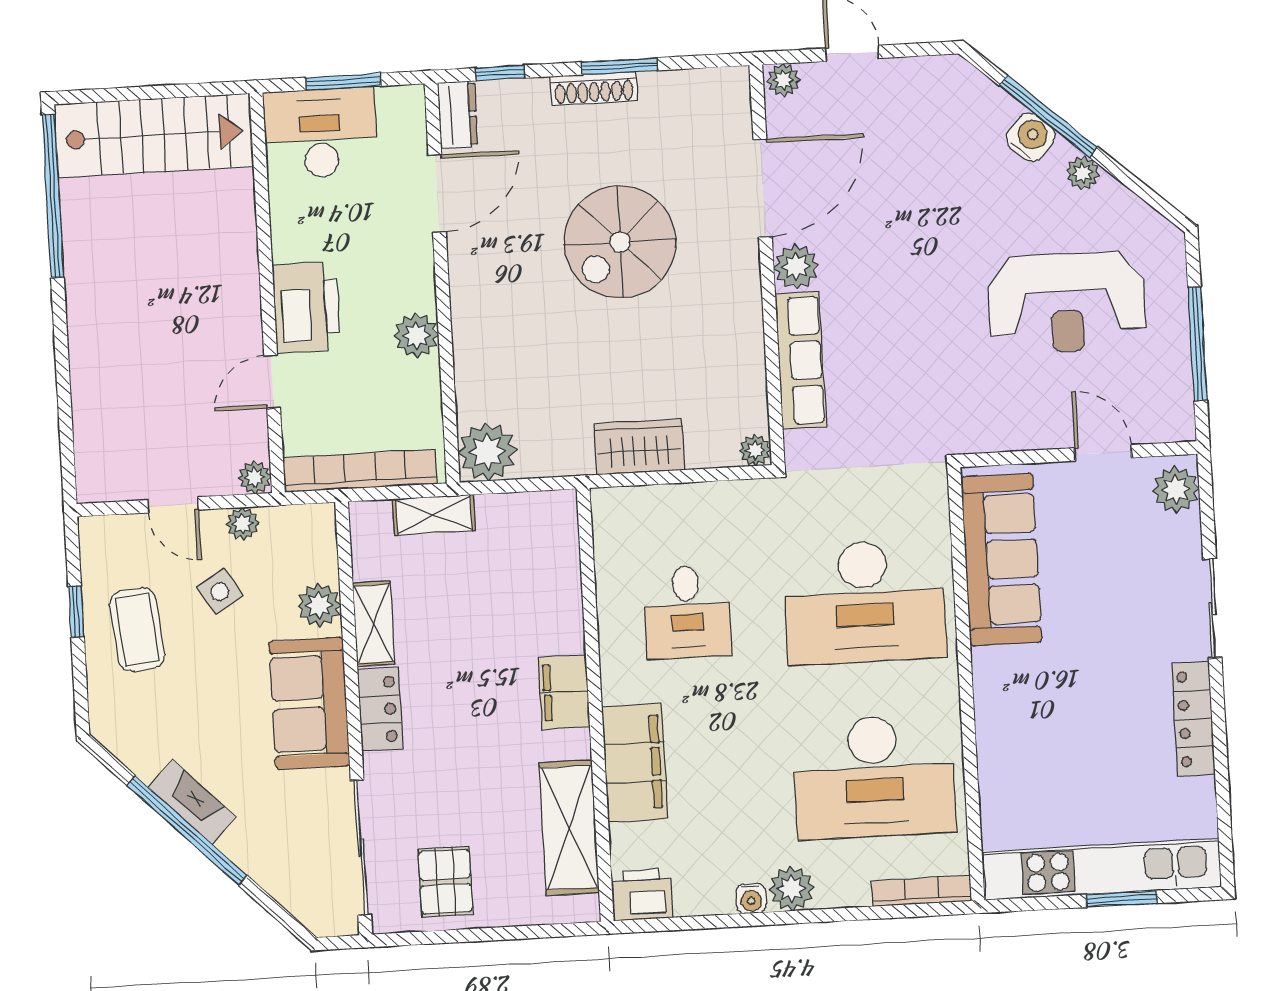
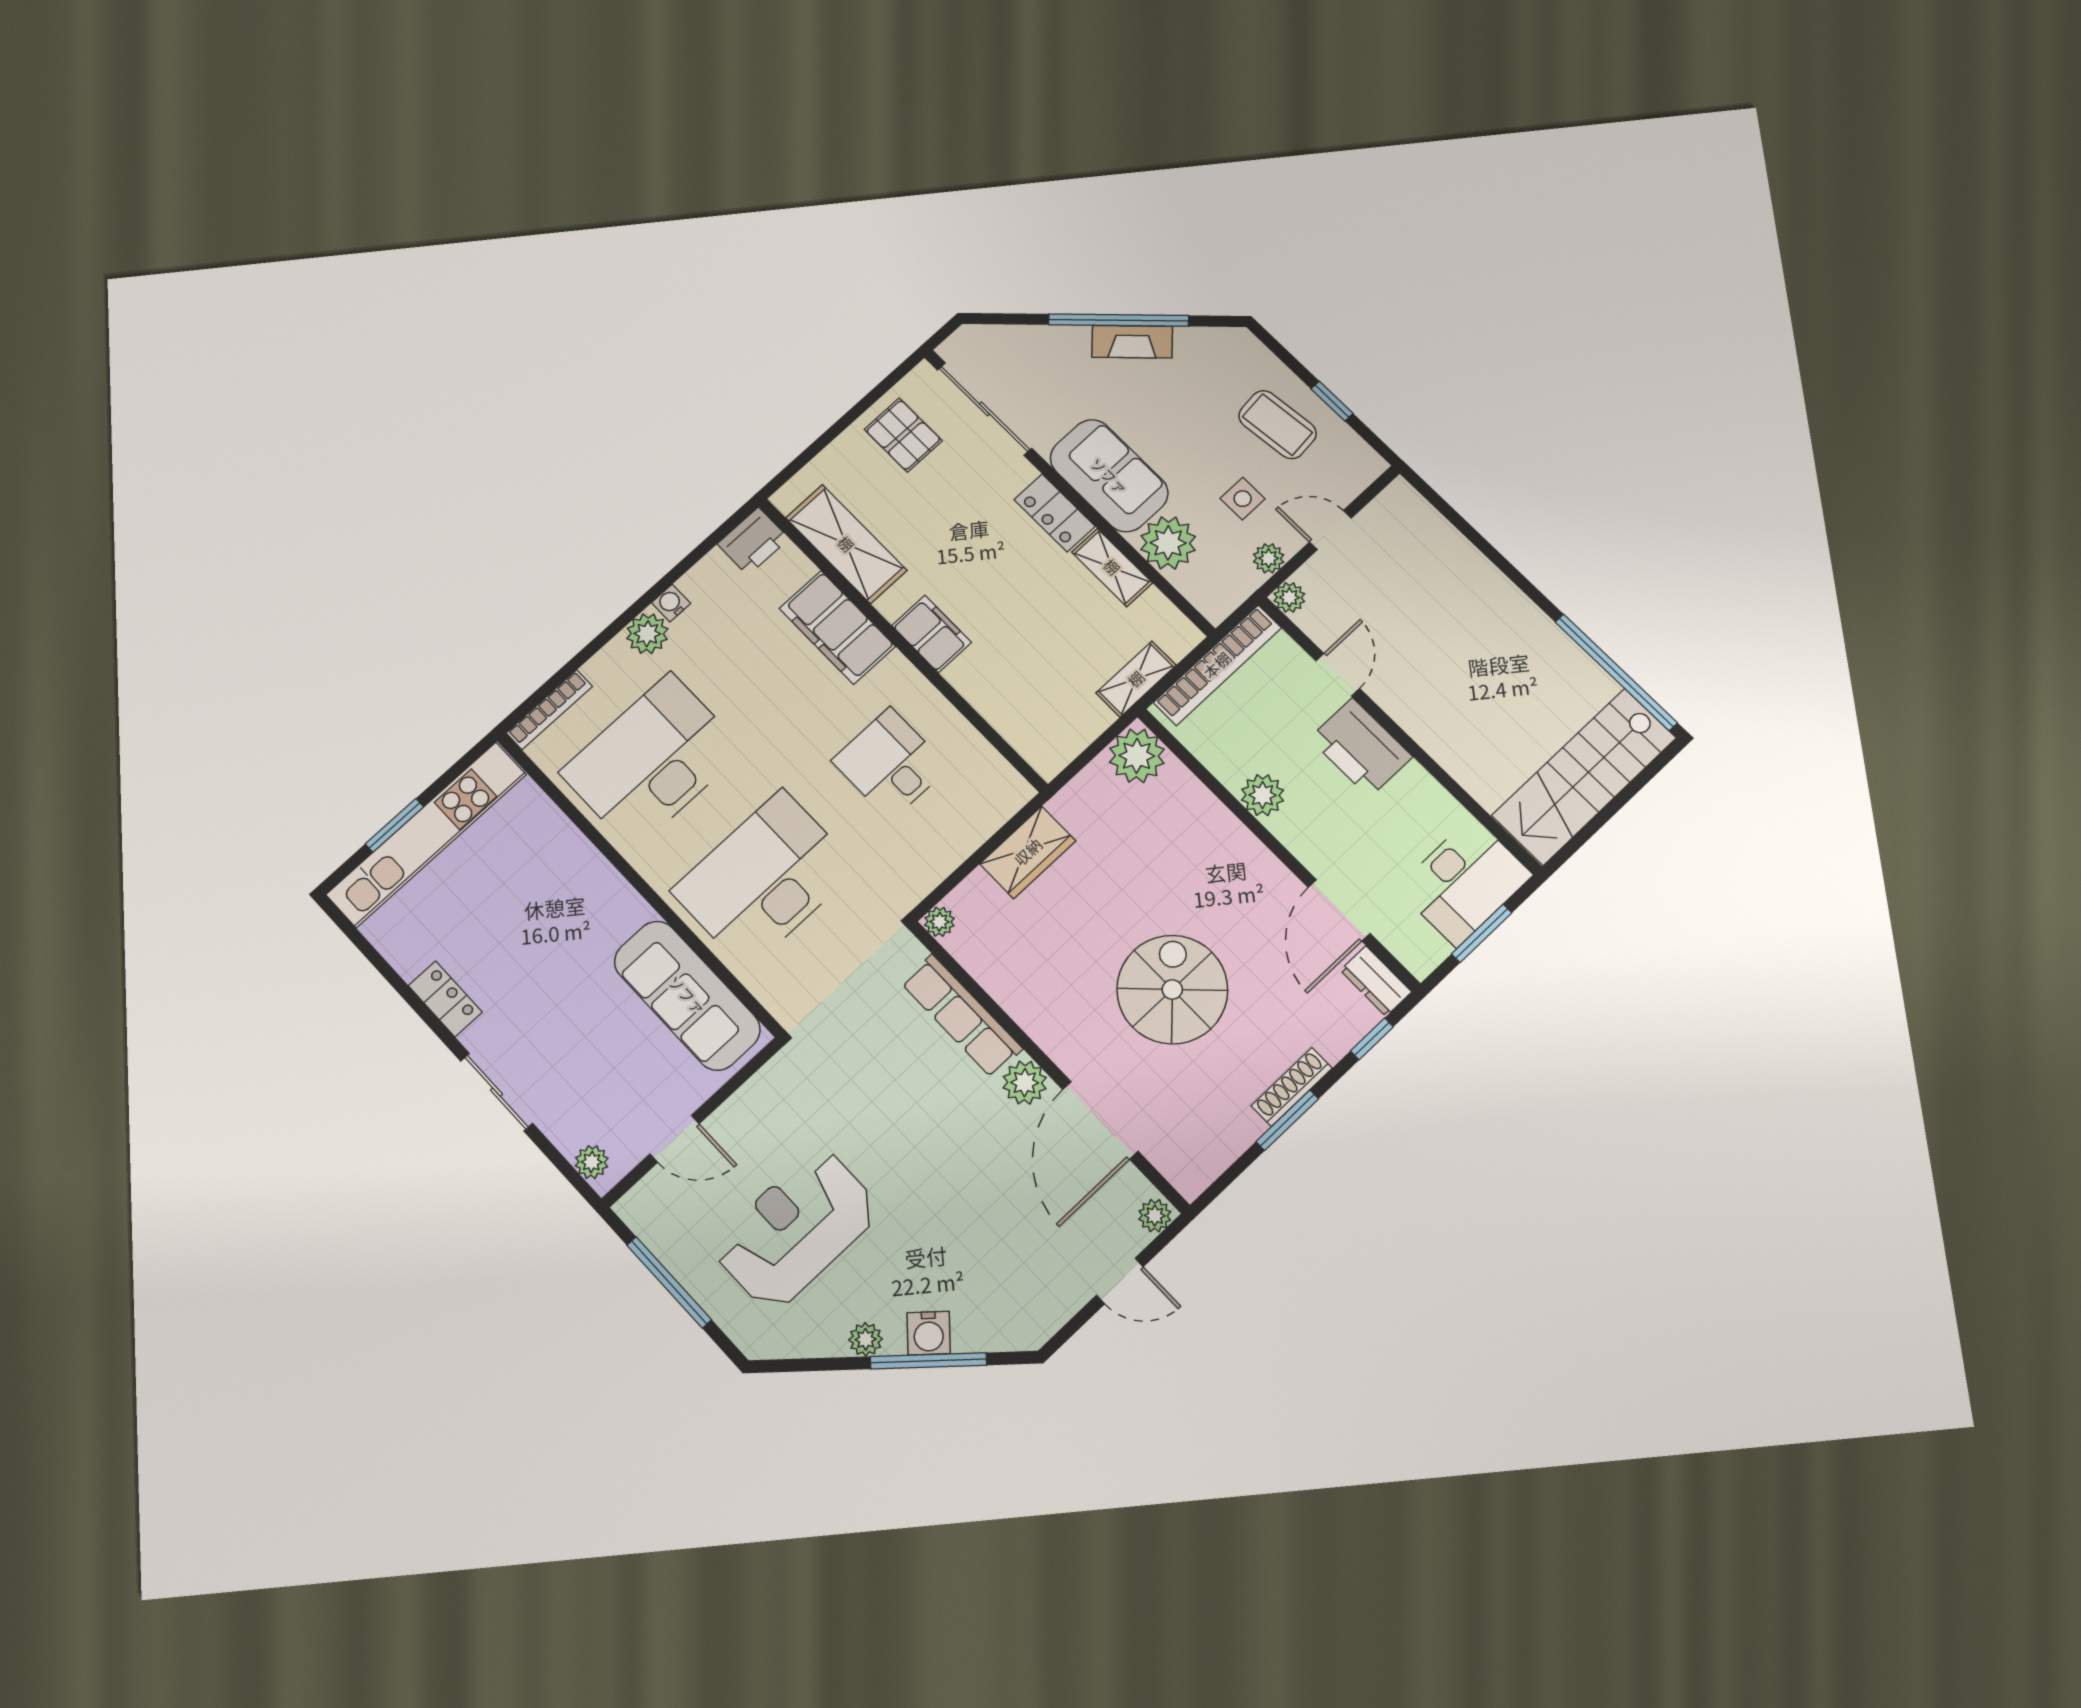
plant: (1176, 490) -> (592, 1162), width x0.73, depth x0.73
side table: (220, 591) -> (1243, 499), turned 31
plant: (319, 605) -> (1168, 543), width x1.36, depth x1.36
locker: (1194, 719) -> (445, 999), width x0.66

